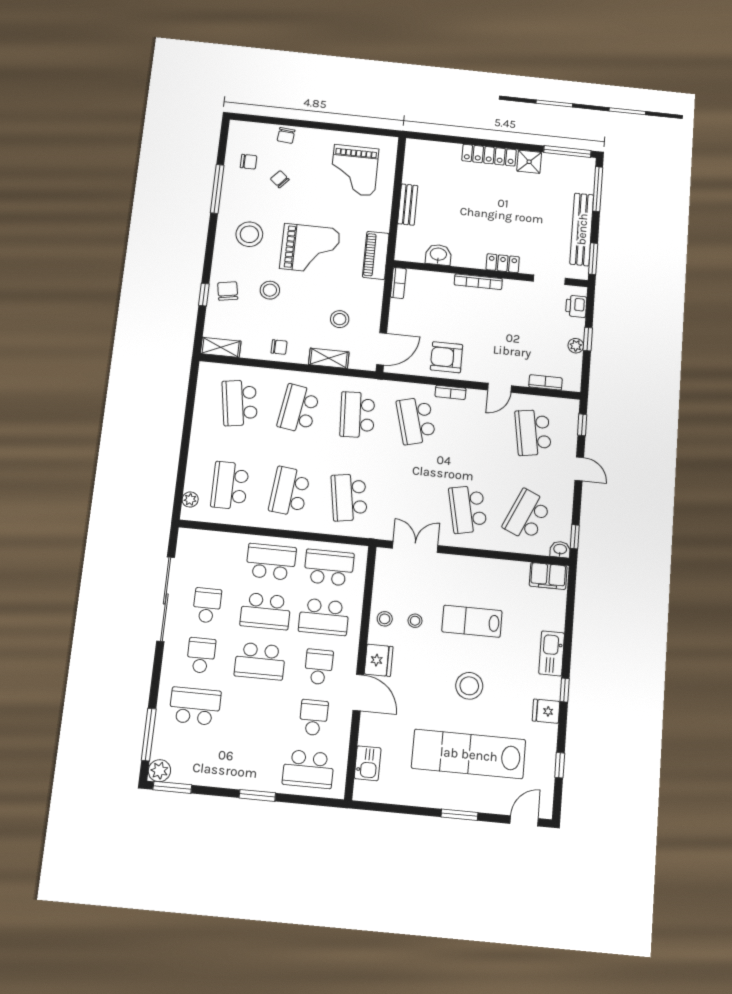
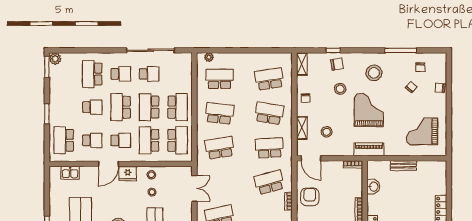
grand piano: (310, 249) -> (369, 110), turned 180
school desk: (195, 706) -> (92, 74), turned 180
school desk: (254, 712) -> (92, 107), added
window: (149, 735) -> (74, 50), removed

